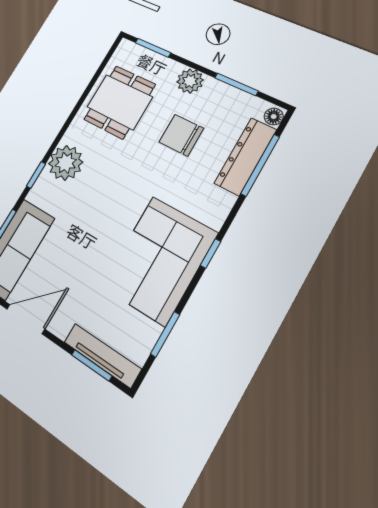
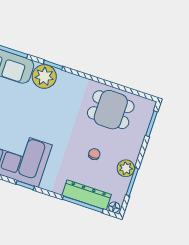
plant: (190, 81) -> (126, 168), moved
chair: (181, 135) -> (94, 154), width x0.54, depth x0.54
plant: (66, 163) -> (44, 77), moved

